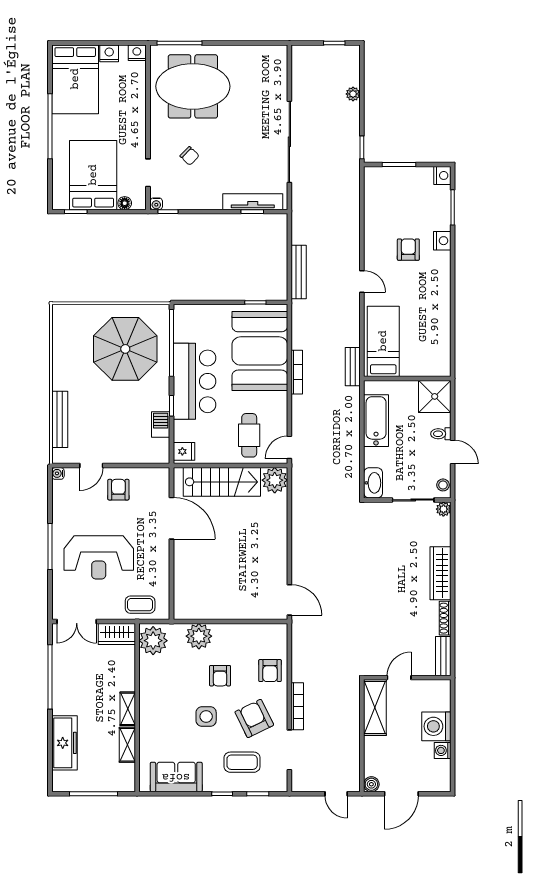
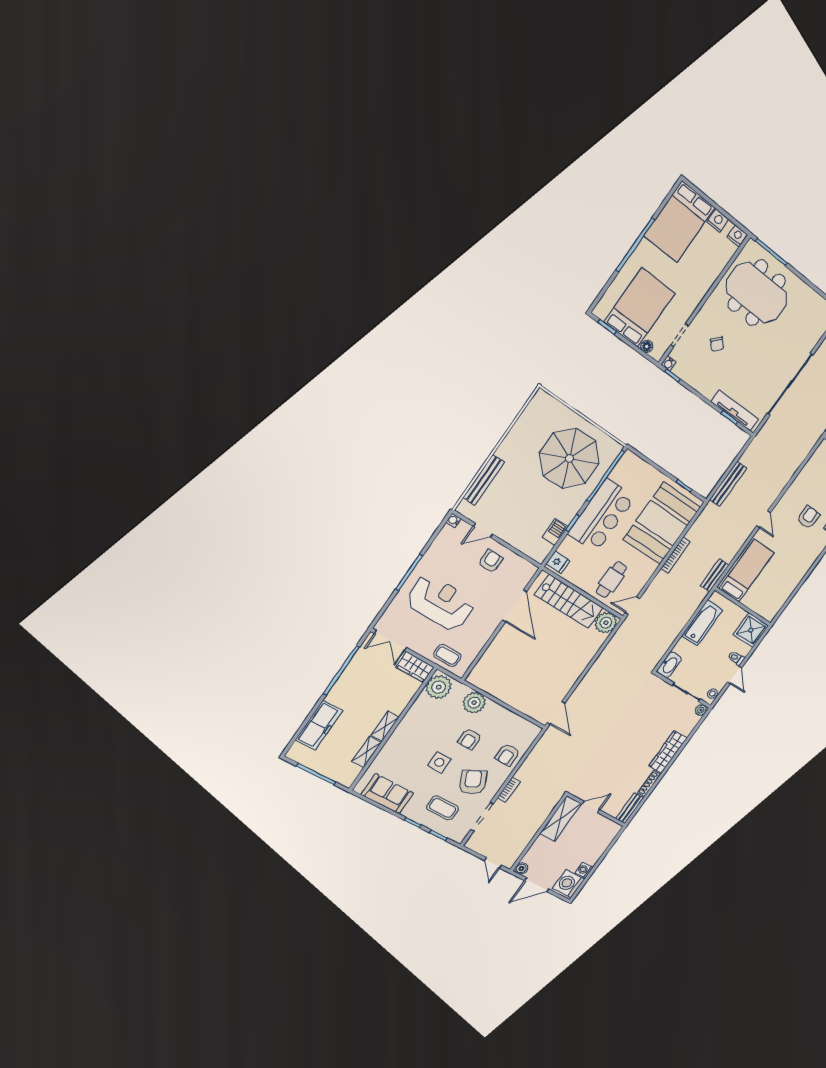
reception desk: (99, 557) -> (441, 603), turned 180
bookcase: (297, 706) -> (509, 790), width x0.64
washing machine: (436, 726) -> (569, 884), moved

